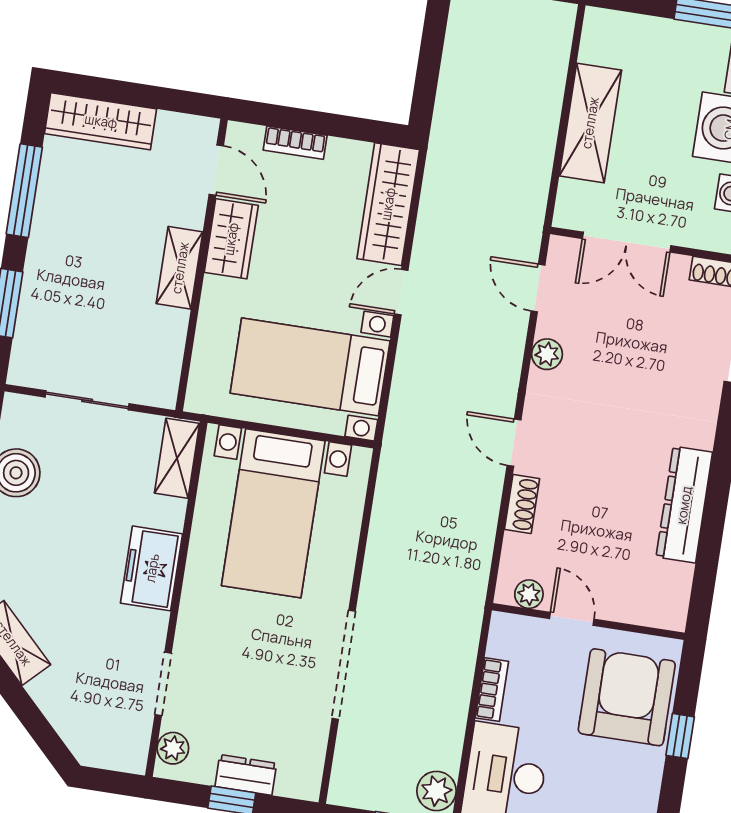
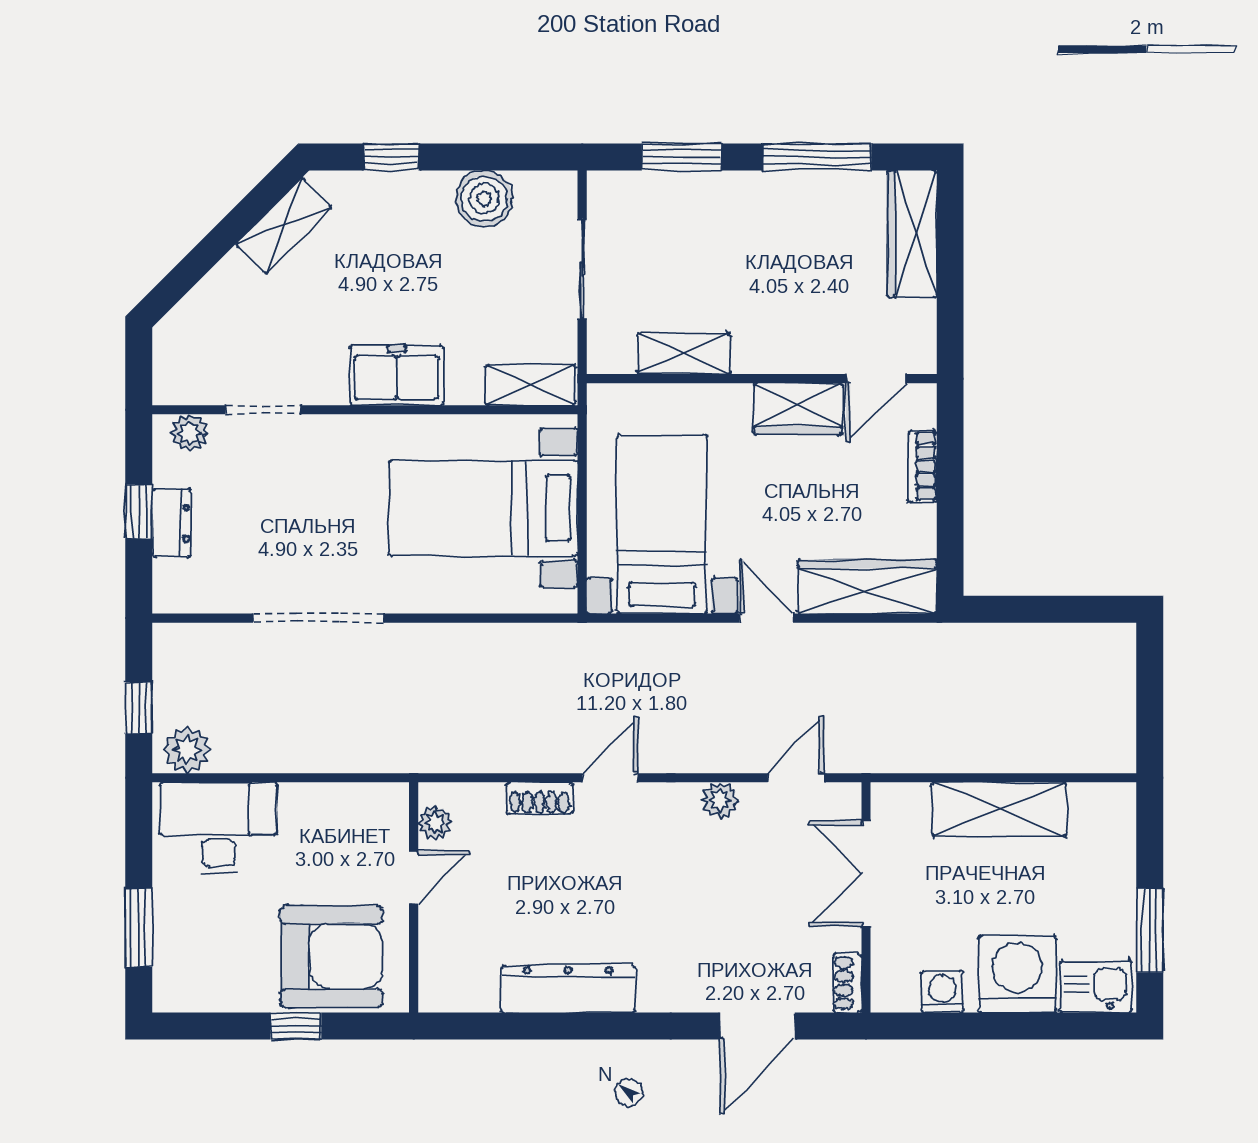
shelving: (180, 268) -> (684, 353), moved
bookcase: (492, 690) -> (316, 797), removed

